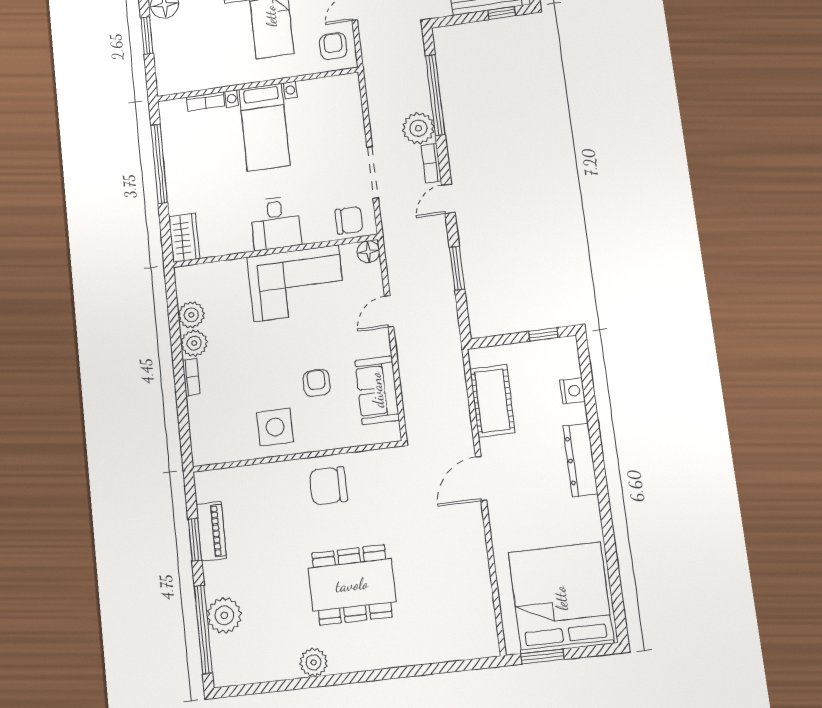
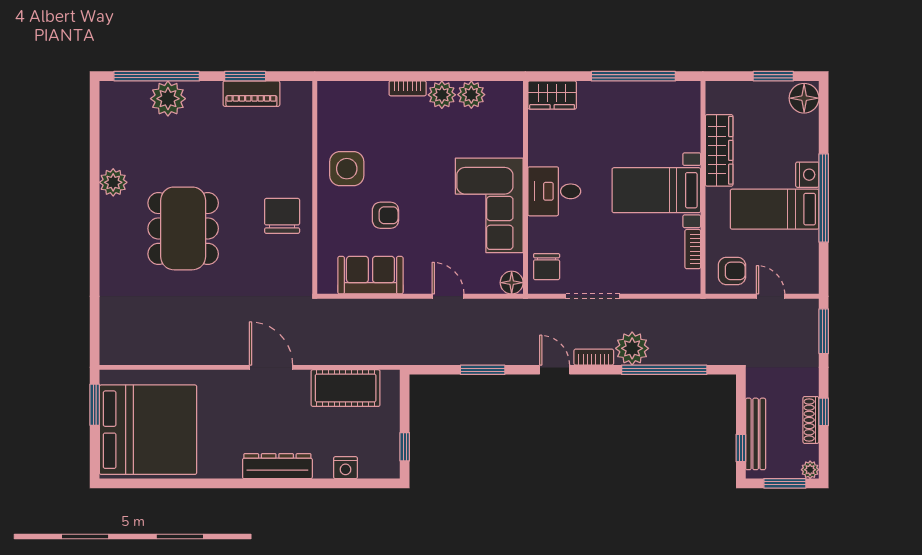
wardrobe: (221, 75) -> (719, 150), added
bookcase: (205, 101) -> (693, 249), moved

